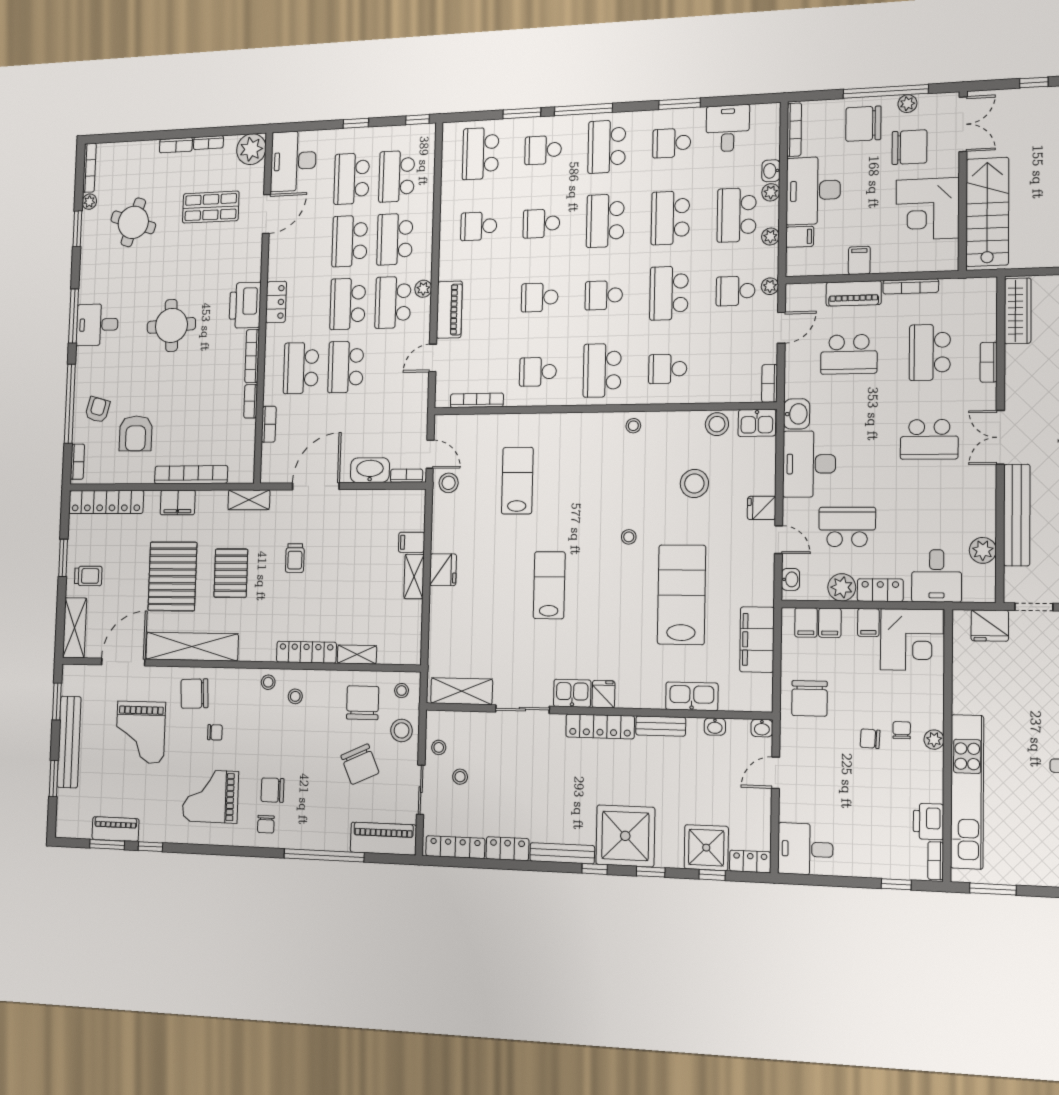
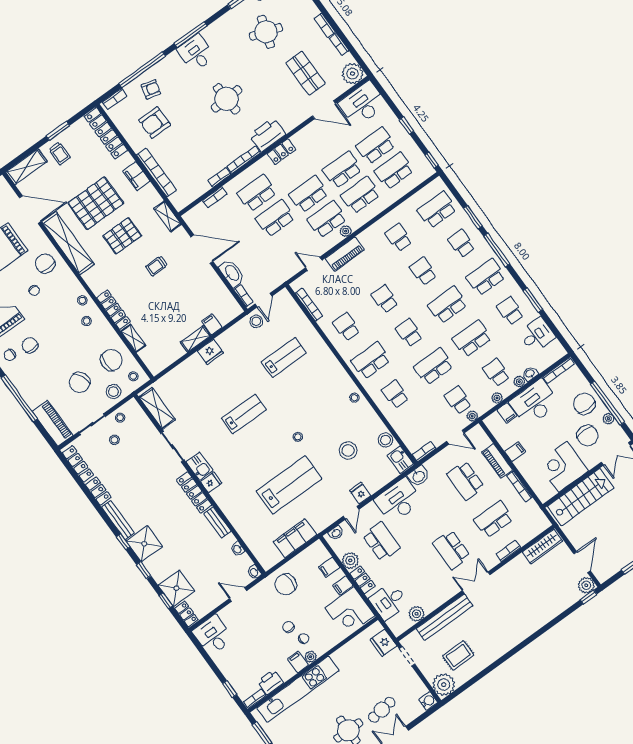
school desk: (737, 215) -> (496, 372), width x0.54
filing cabinet: (806, 622) -> (298, 662), moved, turned 90
kitchen sink: (692, 696) -> (244, 527), removed
shower: (625, 836) -> (144, 544), width x0.73, depth x0.73

